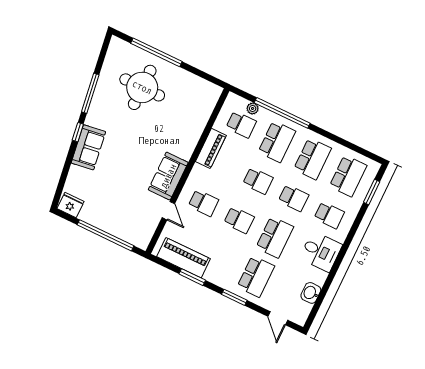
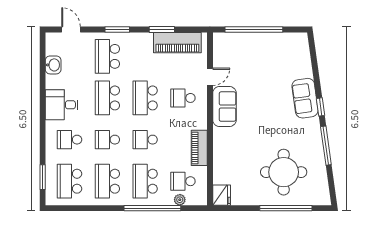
fridge: (70, 205) -> (222, 195), moved, turned -90
door: (168, 211) -> (210, 77), swing flipped
school desk: (239, 220) -> (145, 98), width x1.85

